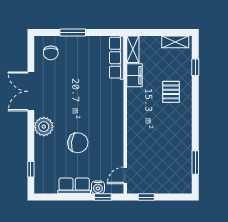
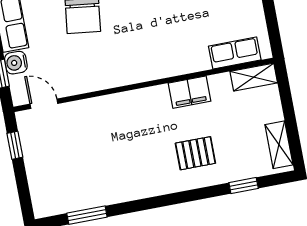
row of seats: (117, 58) -> (235, 53), width x0.68
filing cabinet: (135, 75) -> (190, 92), moved

